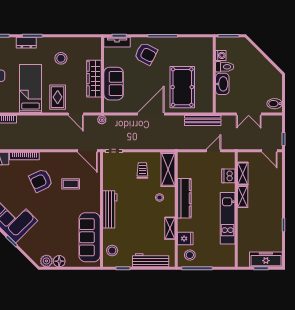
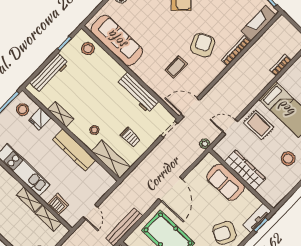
workbench: (110, 209) -> (138, 93), moved

